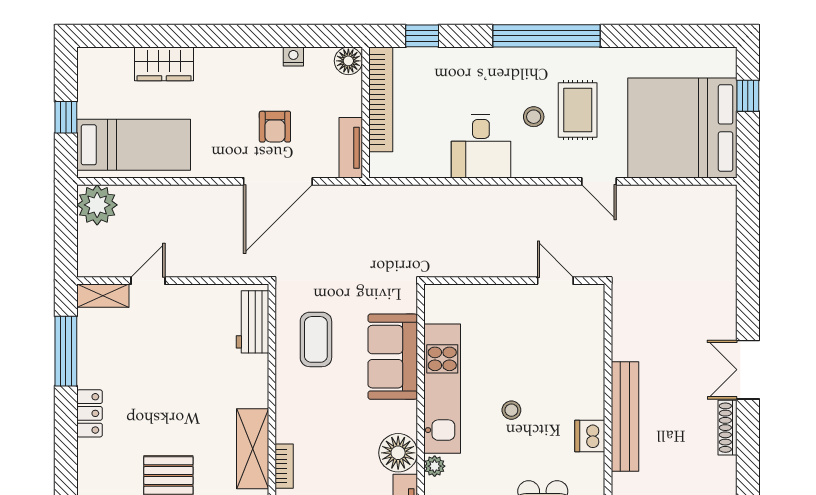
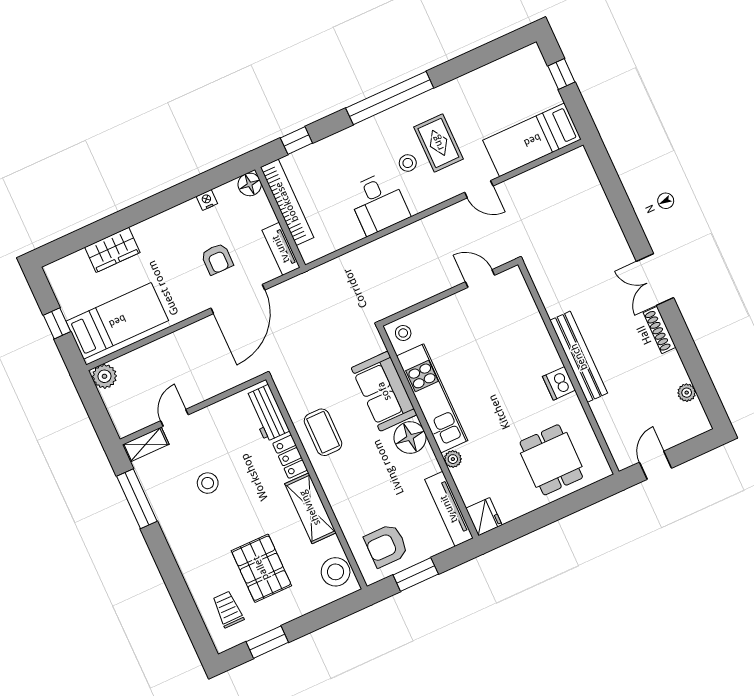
bed: (682, 128) -> (532, 140), width x0.49
plant: (97, 205) -> (104, 376), width x0.73, depth x0.73
coffee table: (316, 339) -> (323, 432), moved
stool: (152, 369) -> (208, 483), added
stool: (511, 410) -> (403, 333), moved
locker: (89, 413) -> (290, 457), moved, turned 180
floor lamp: (398, 453) -> (410, 438), moved
bookcase: (284, 466) -> (340, 511), removed

